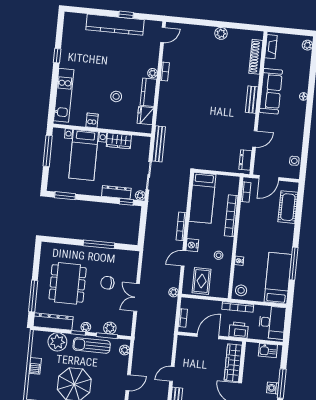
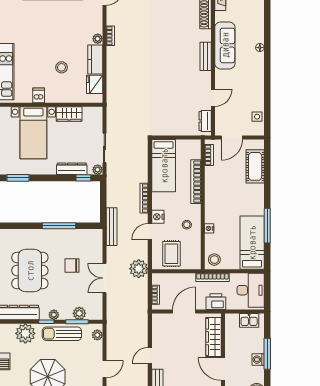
bench: (159, 144) -> (112, 227), moved
plant: (174, 292) -> (139, 269), width x1.87, depth x1.87

